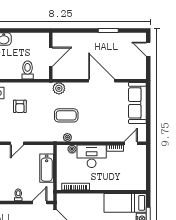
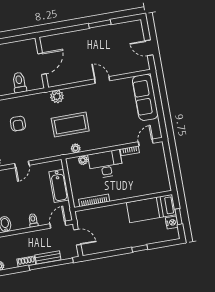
door: (148, 49) -> (149, 48), moved
door: (102, 81) -> (102, 80), width x0.53
coffee table: (66, 115) -> (70, 125), width x1.36, depth x1.32

